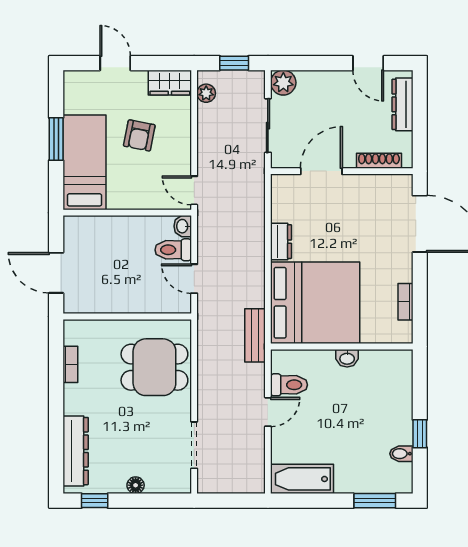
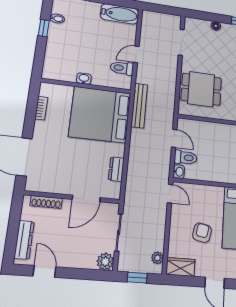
dresser: (281, 242) -> (116, 169), moved
bench: (255, 335) -> (139, 106), width x1.36

